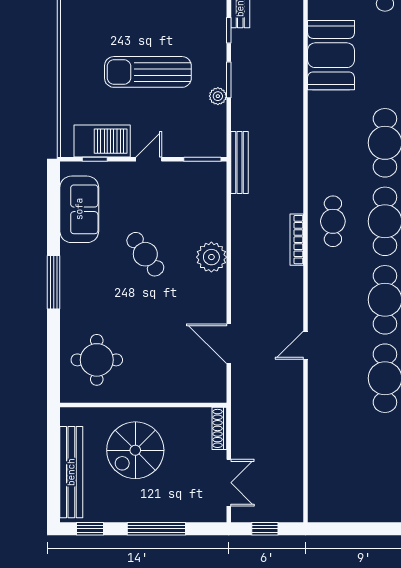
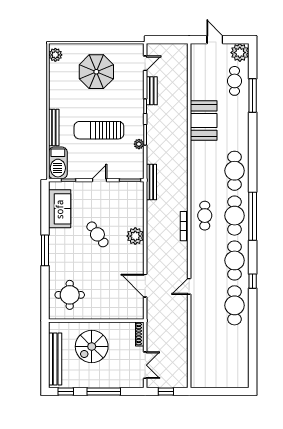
bench: (69, 67) -> (54, 128), added
barbecue: (102, 141) -> (58, 163), moved, turned 90

